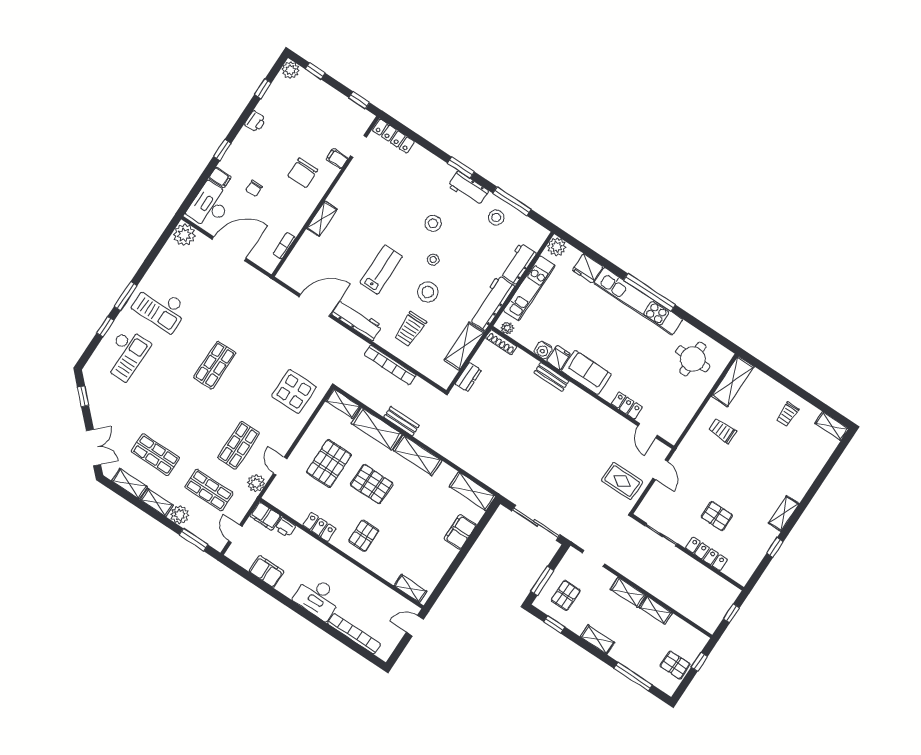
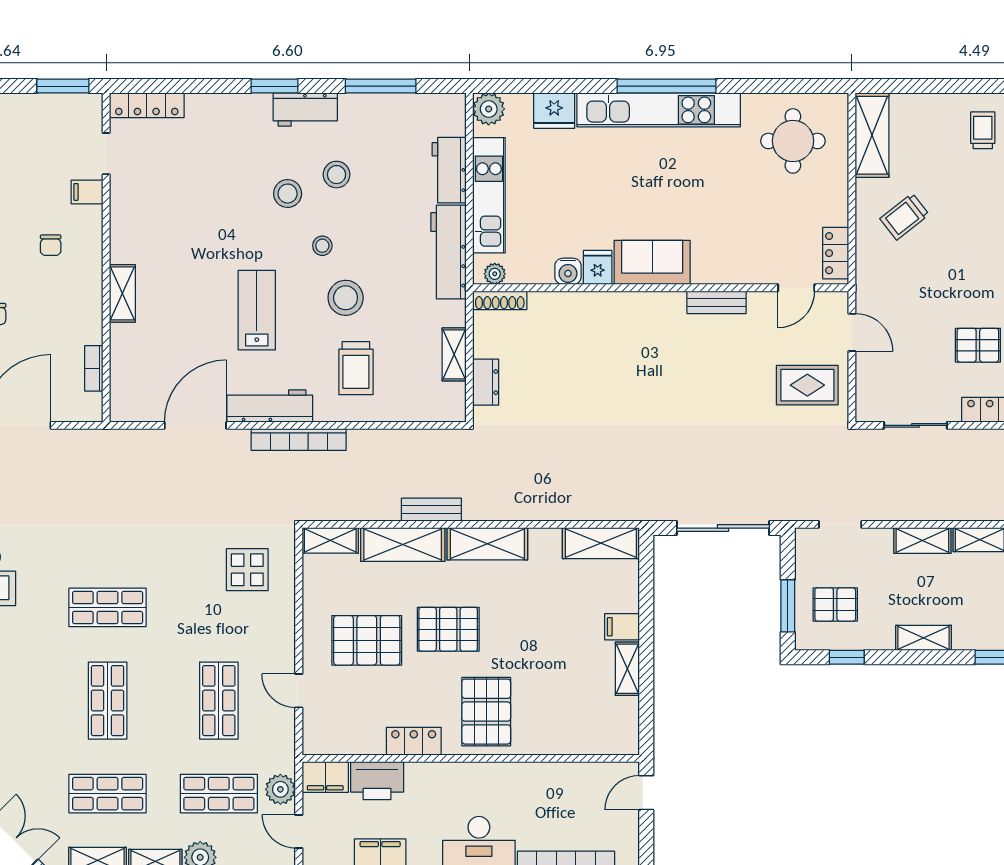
window: (359, 100) -> (63, 86), width x1.50
chair: (303, 173) -> (51, 245), width x0.54, depth x0.54
stool: (496, 218) -> (337, 175), moved
shelving: (464, 346) -> (454, 354), width x0.67, depth x0.75
shop shelf: (215, 365) -> (108, 607), turned 90
bookcase: (390, 365) -> (299, 439), moved
bench: (551, 377) -> (717, 302), moved
display table: (294, 391) -> (247, 570), width x0.73, depth x0.73
locker: (627, 405) -> (836, 253), moved, turned -90
shop shelf: (185, 410) -> (108, 701), added
trolley: (788, 414) -> (983, 130), turned 180
door: (648, 431) -> (796, 288), hinge flipped
trolley: (722, 431) -> (904, 217), turned -38
pallet: (329, 463) -> (367, 640), turned 90
plant: (256, 483) -> (280, 789), moved
printer: (285, 527) -> (377, 781), width x1.87, depth x1.48
filing cabinet: (460, 532) -> (622, 627), width x0.50
pallet: (364, 536) -> (486, 712), width x1.50, depth x1.42
shelving: (410, 588) -> (627, 669), moved, turned 90
pallet: (566, 595) -> (835, 605), turned 90

